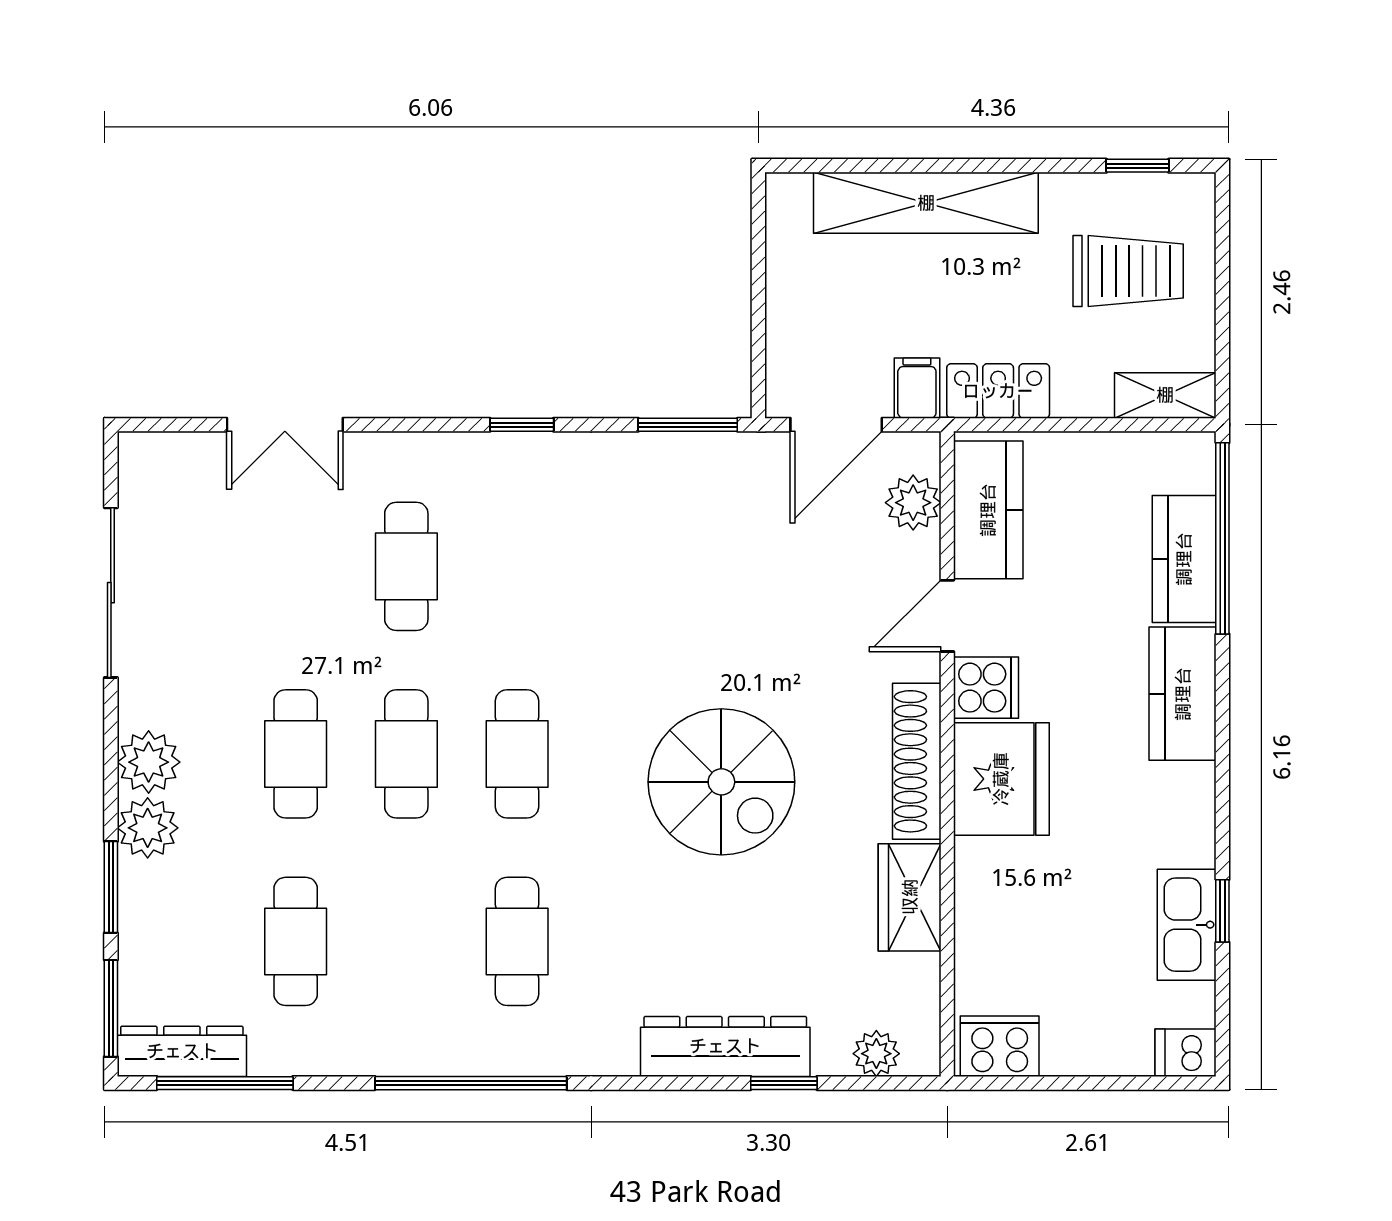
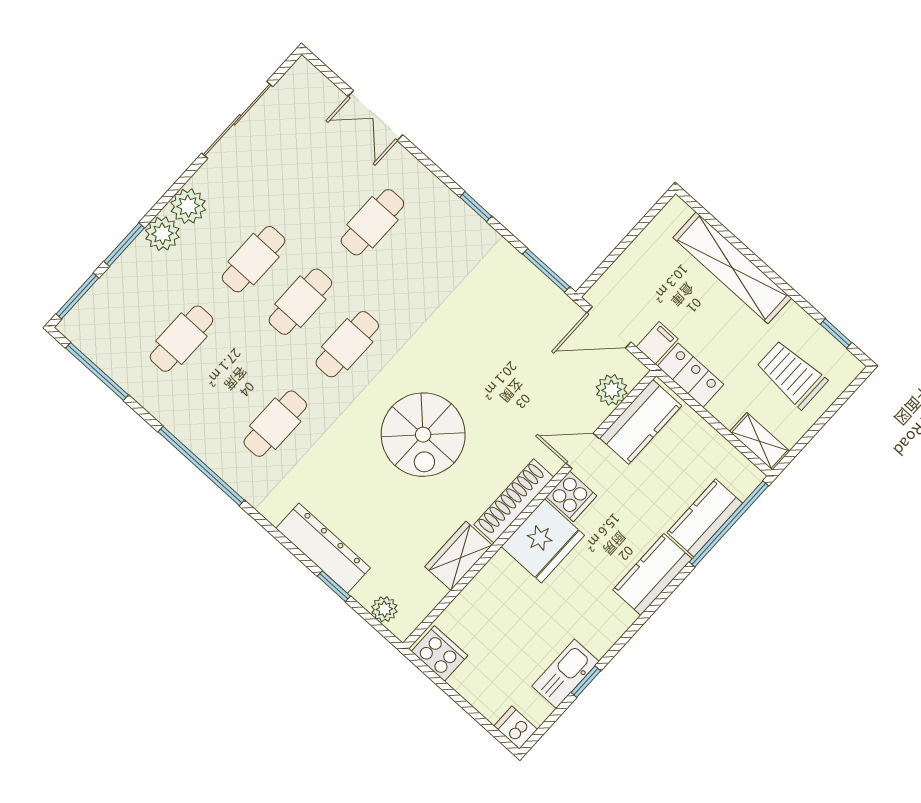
trolley: (1128, 271) -> (792, 374), turned 180
dresser: (182, 1051) -> (91, 341), removed

